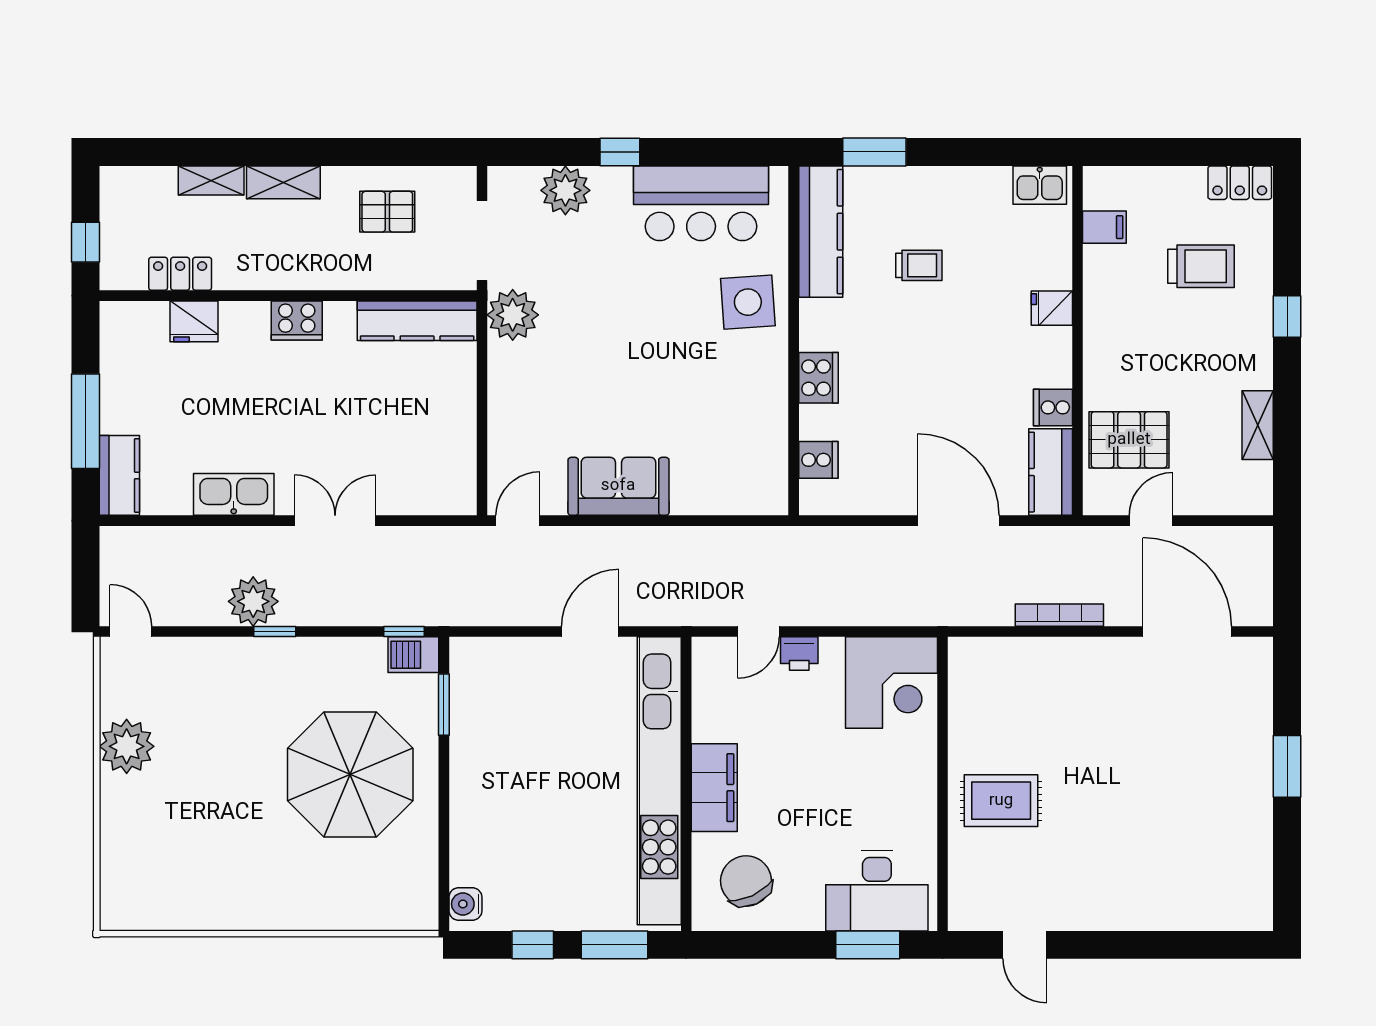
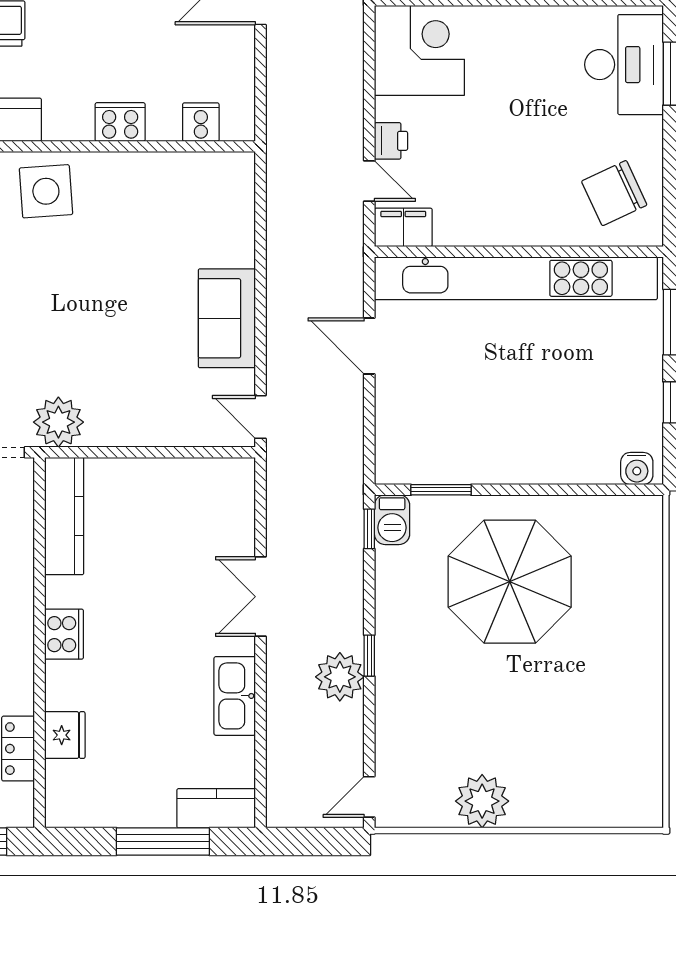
filing cabinet: (714, 788) -> (403, 227), moved, width x0.67, depth x0.86

